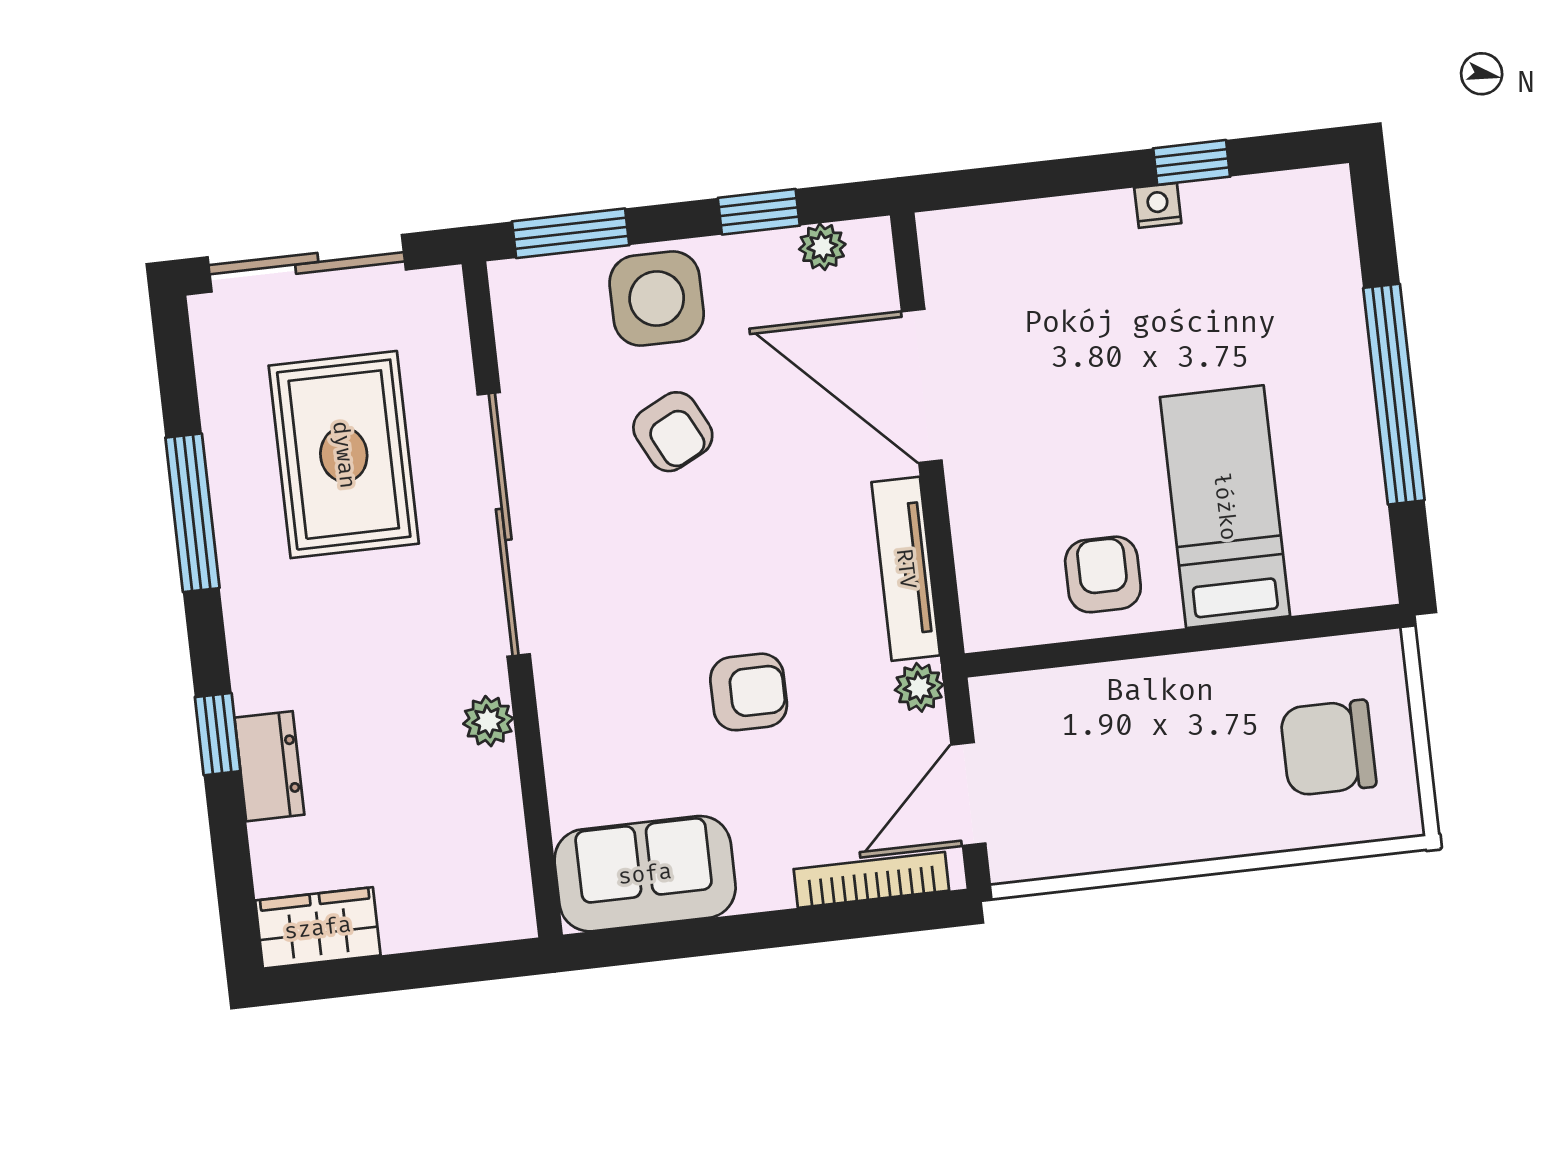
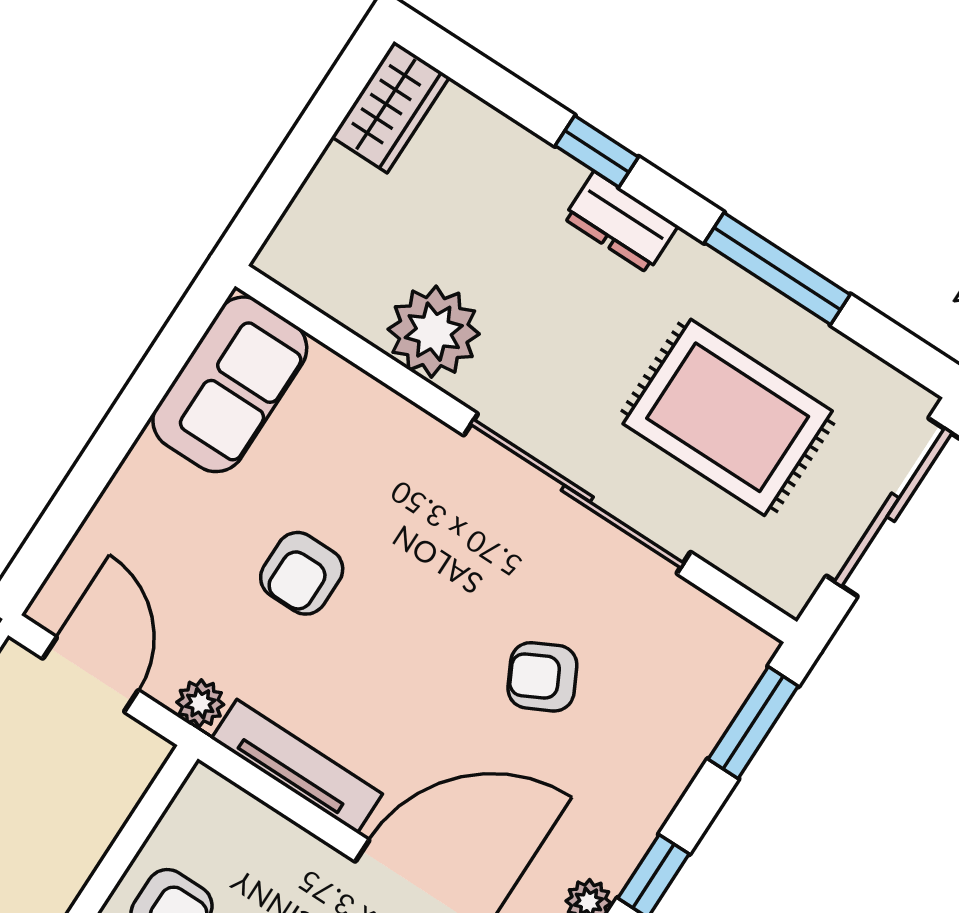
side table: (657, 298) -> (652, 747), removed
plant: (488, 721) -> (434, 332), width x1.87, depth x1.87
dresser: (269, 766) -> (621, 222), moved
bookcase: (871, 880) -> (86, 549), removed

